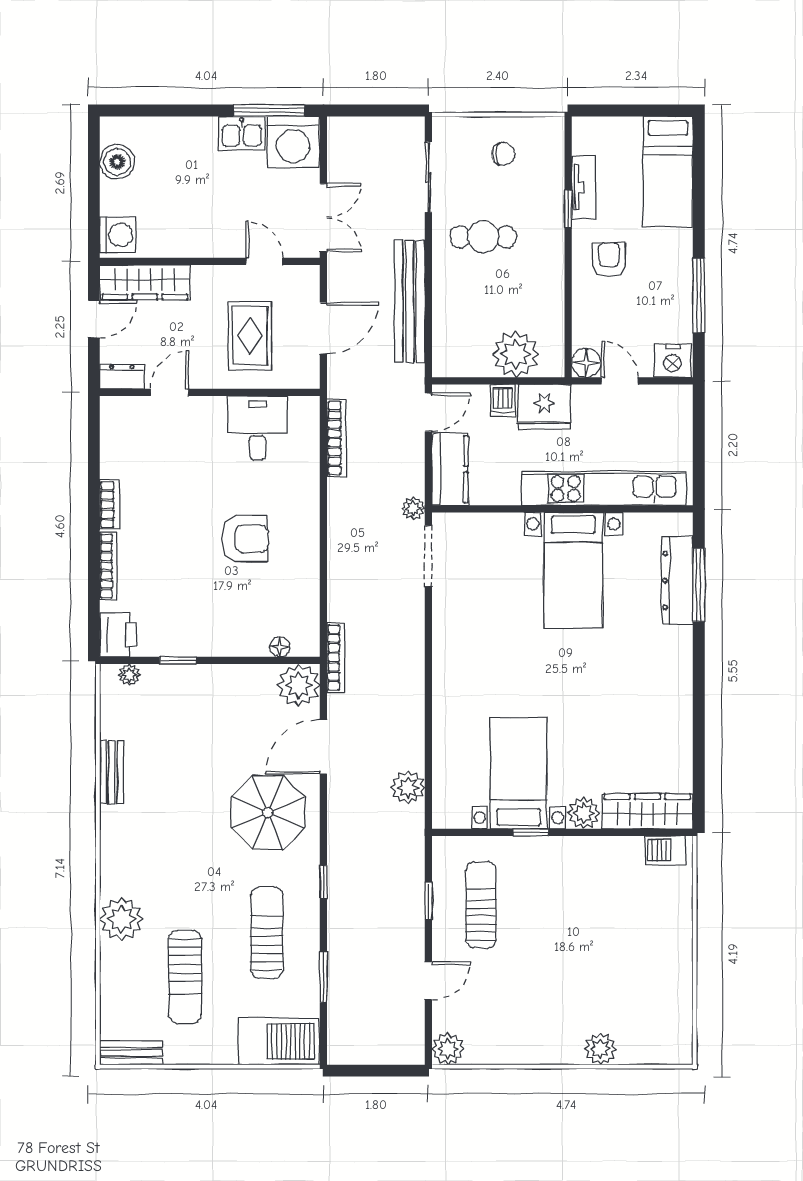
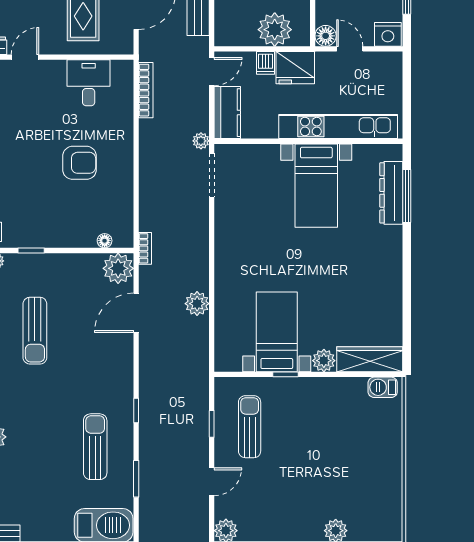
bookcase: (336, 657) -> (145, 248), width x0.64
plant: (408, 788) -> (197, 304), moved
parasol: (268, 812) -> (96, 360), removed
sun lounger: (185, 977) -> (35, 331), moved

